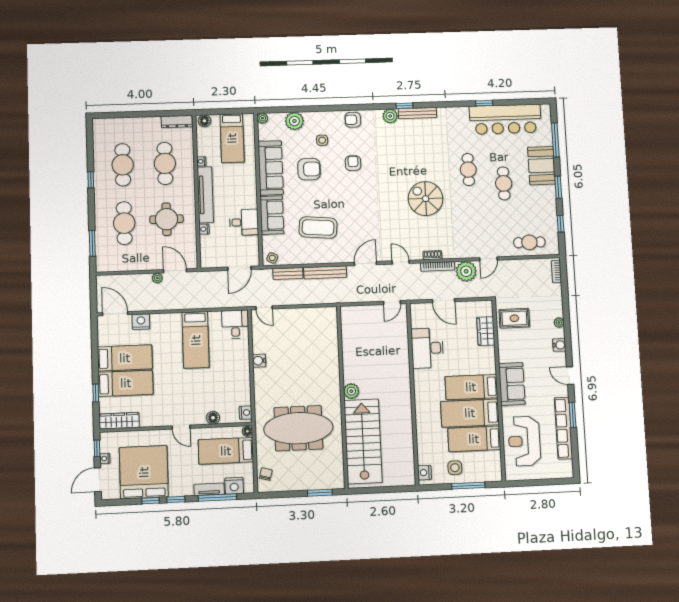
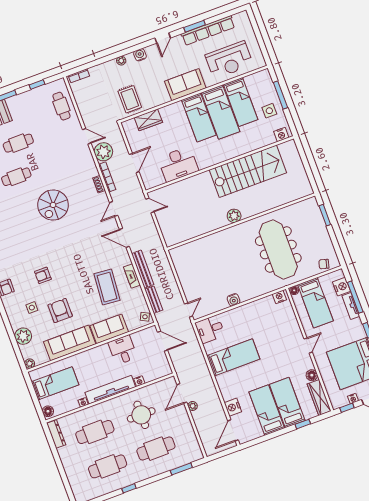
fireplace: (321, 258) -> (132, 276), added
floor lamp: (213, 418) -> (312, 375), moved
stairs: (363, 441) -> (248, 171), moved, turned 180

